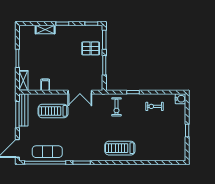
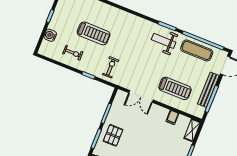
pallet: (91, 48) -> (113, 135), turned 90
double door: (80, 92) -> (141, 96), swing flipped
water cooler: (180, 99) -> (50, 35), moved
bench: (23, 110) -> (208, 90), moved
weight bench: (80, 148) -> (164, 41), added
treadmill: (120, 148) -> (94, 33), moved

